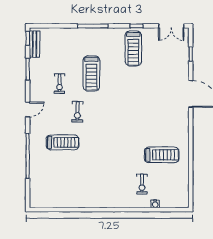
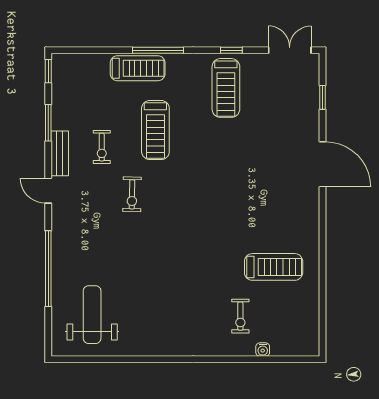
double door: (171, 26) -> (290, 50), swing flipped
bench: (34, 44) -> (60, 153), moved
door: (28, 109) -> (48, 191), swing flipped
treadmill: (63, 142) -> (138, 68), moved
weight bench: (54, 183) -> (92, 315), added

